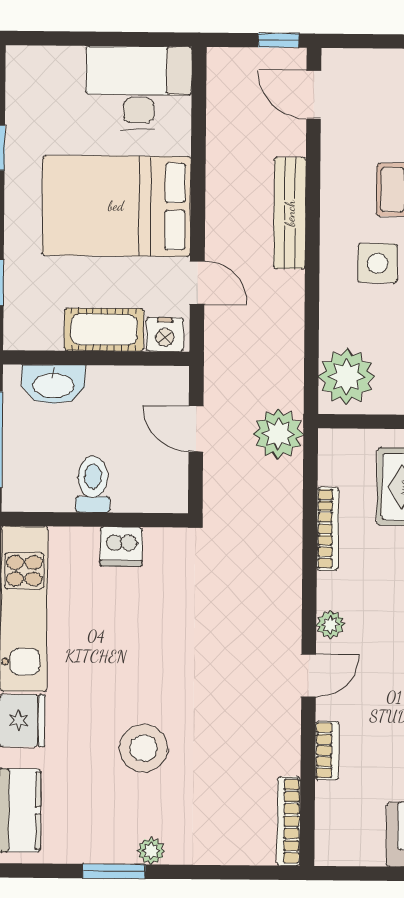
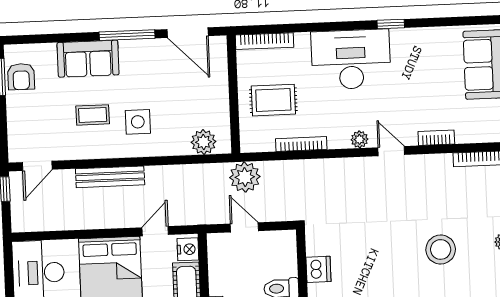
plant: (347, 377) -> (203, 142), width x0.73, depth x0.73
door: (196, 429) -> (244, 227), swing flipped

